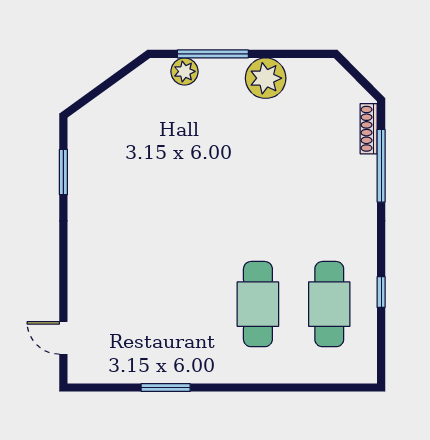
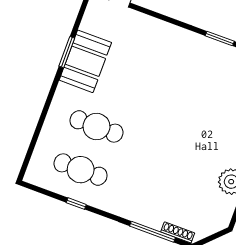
booth: (169, 356) -> (85, 61), added

